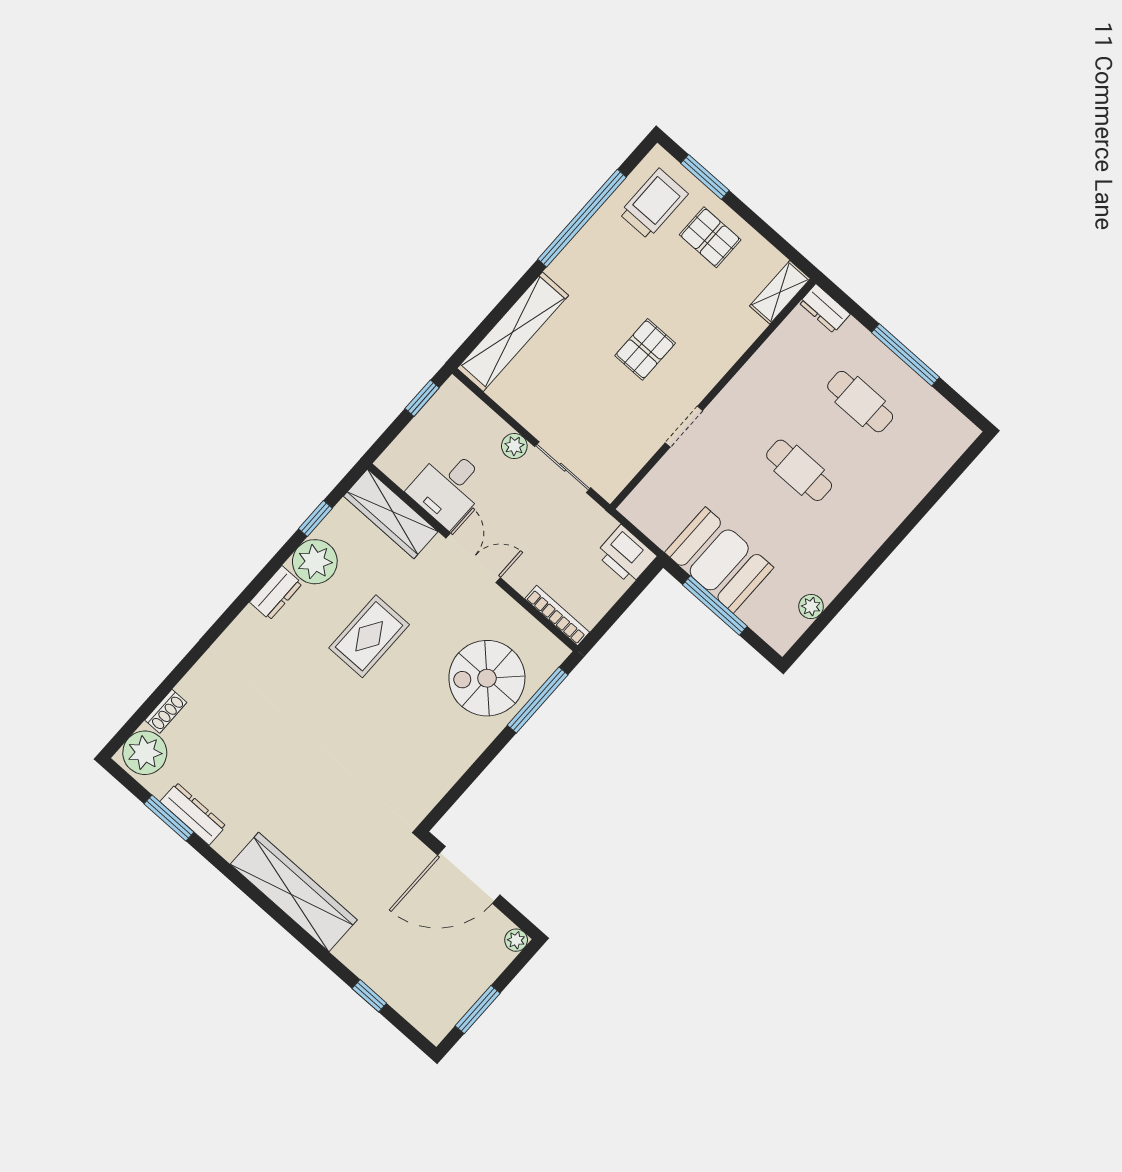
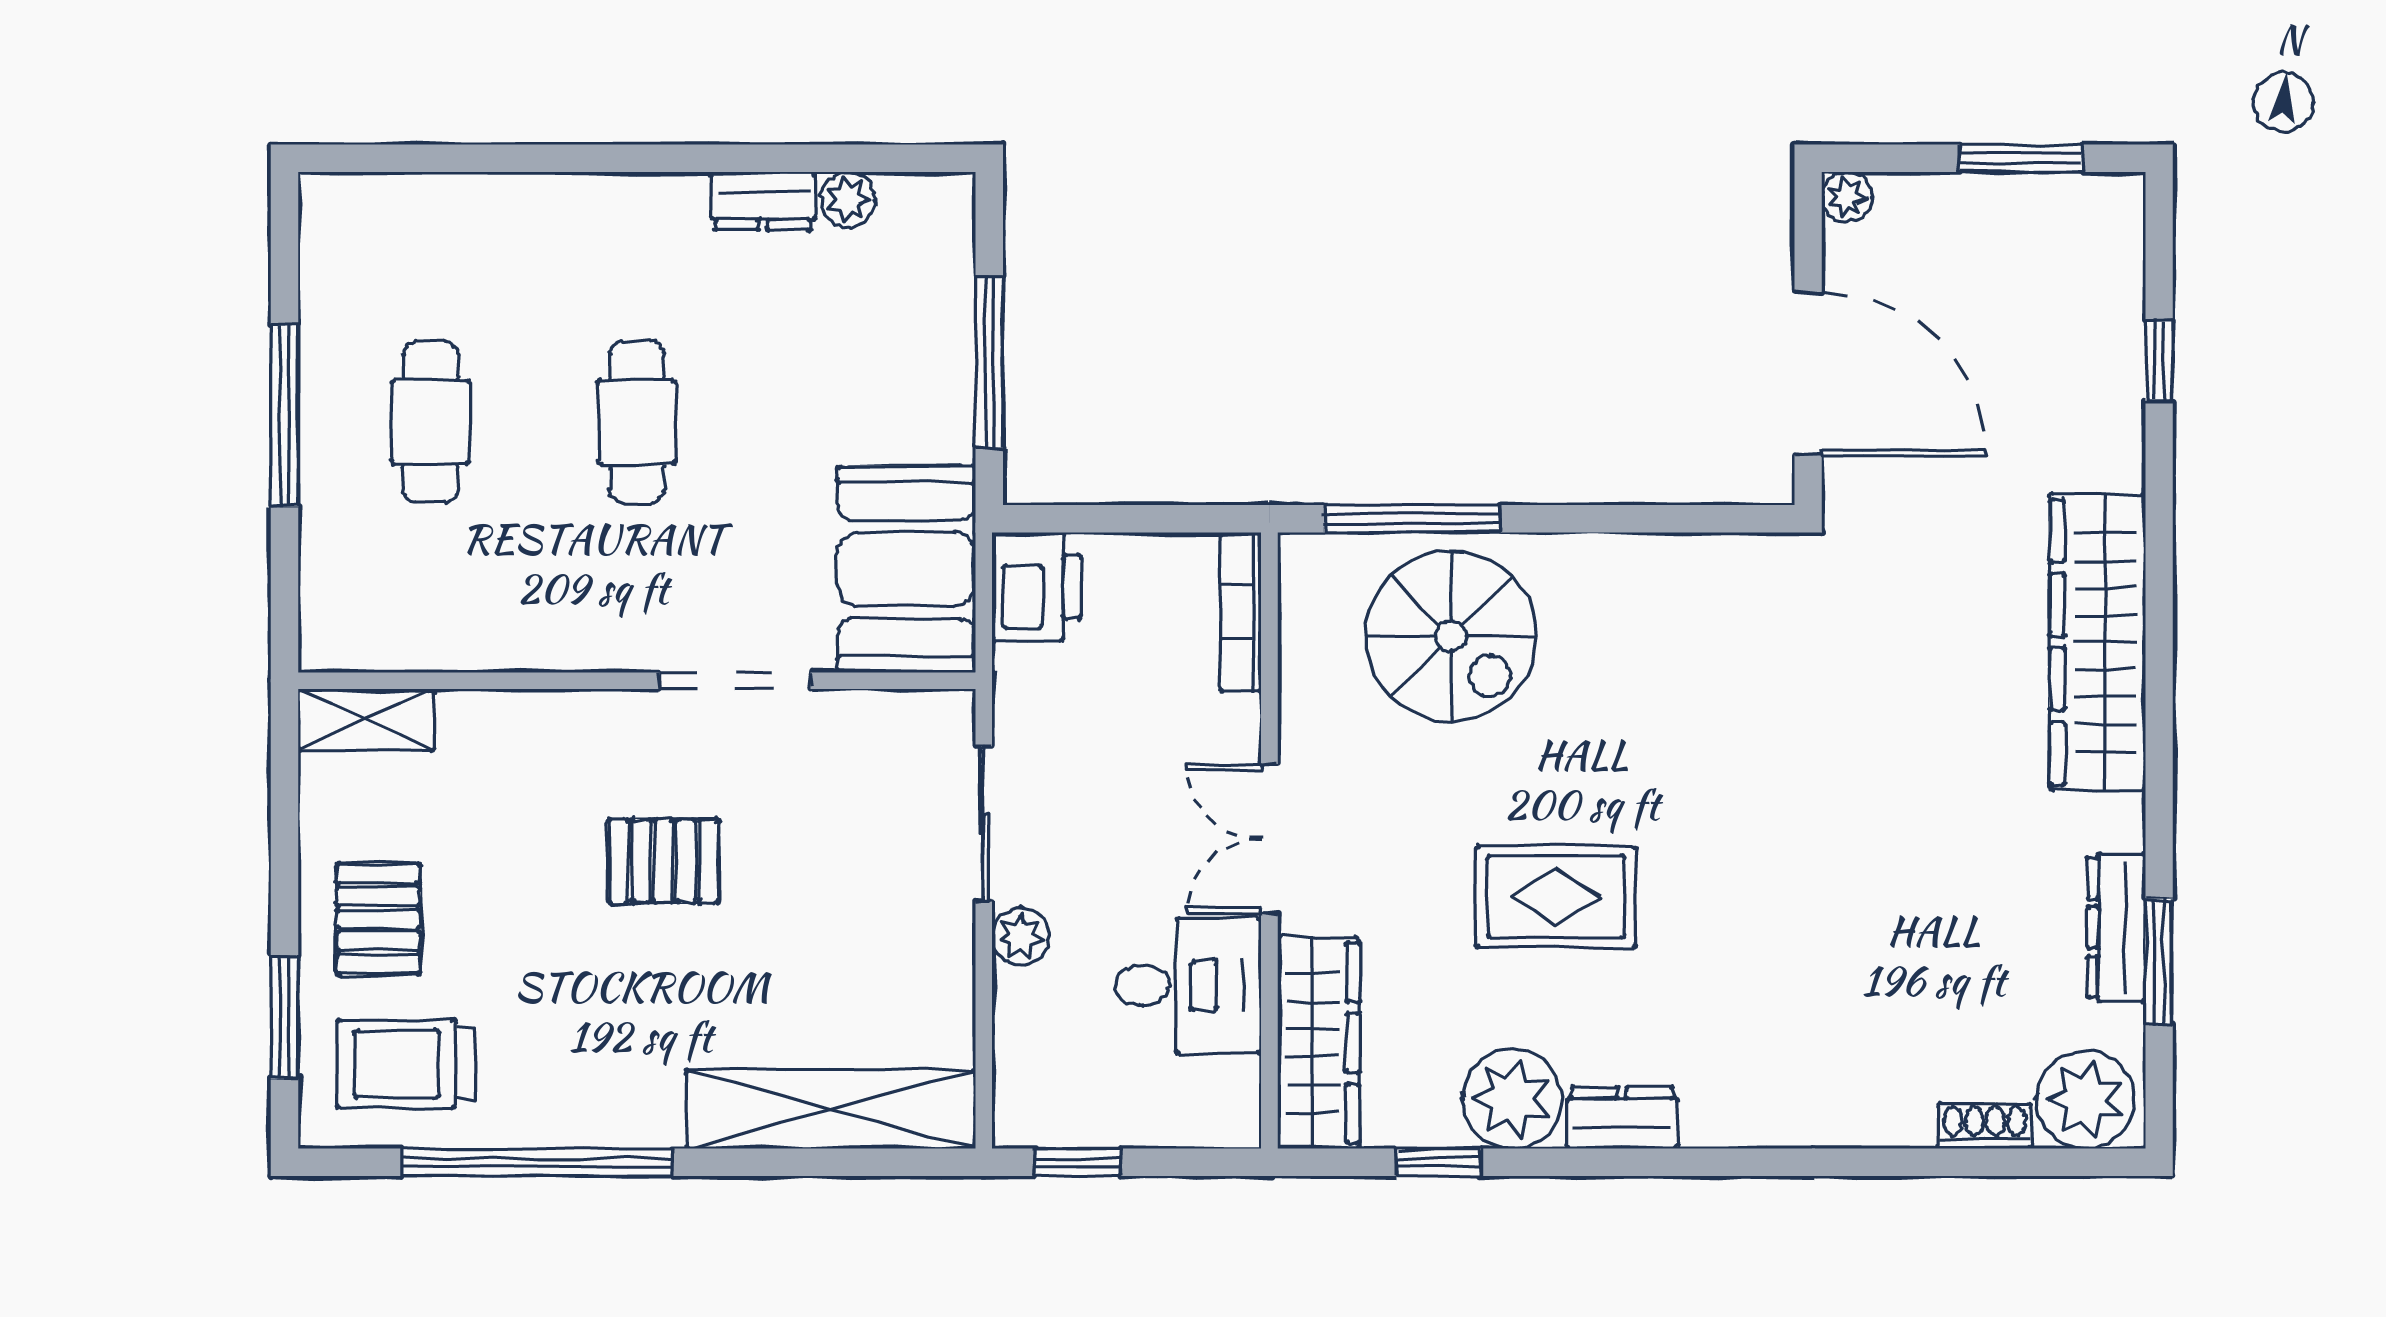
dresser: (825, 308) -> (763, 201), moved, turned 90
doorway: (684, 427) -> (735, 681), width x1.38
booth: (719, 560) -> (906, 569), moved

